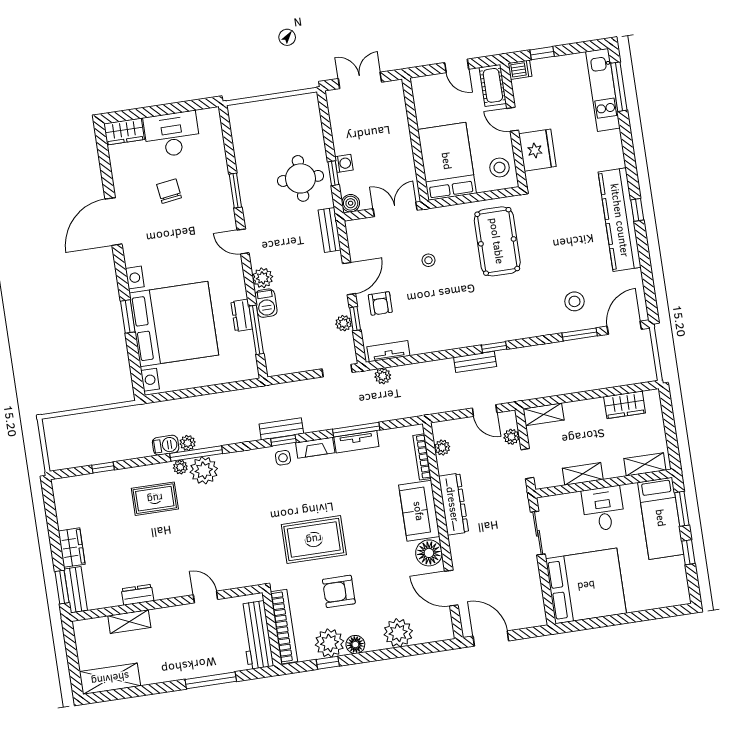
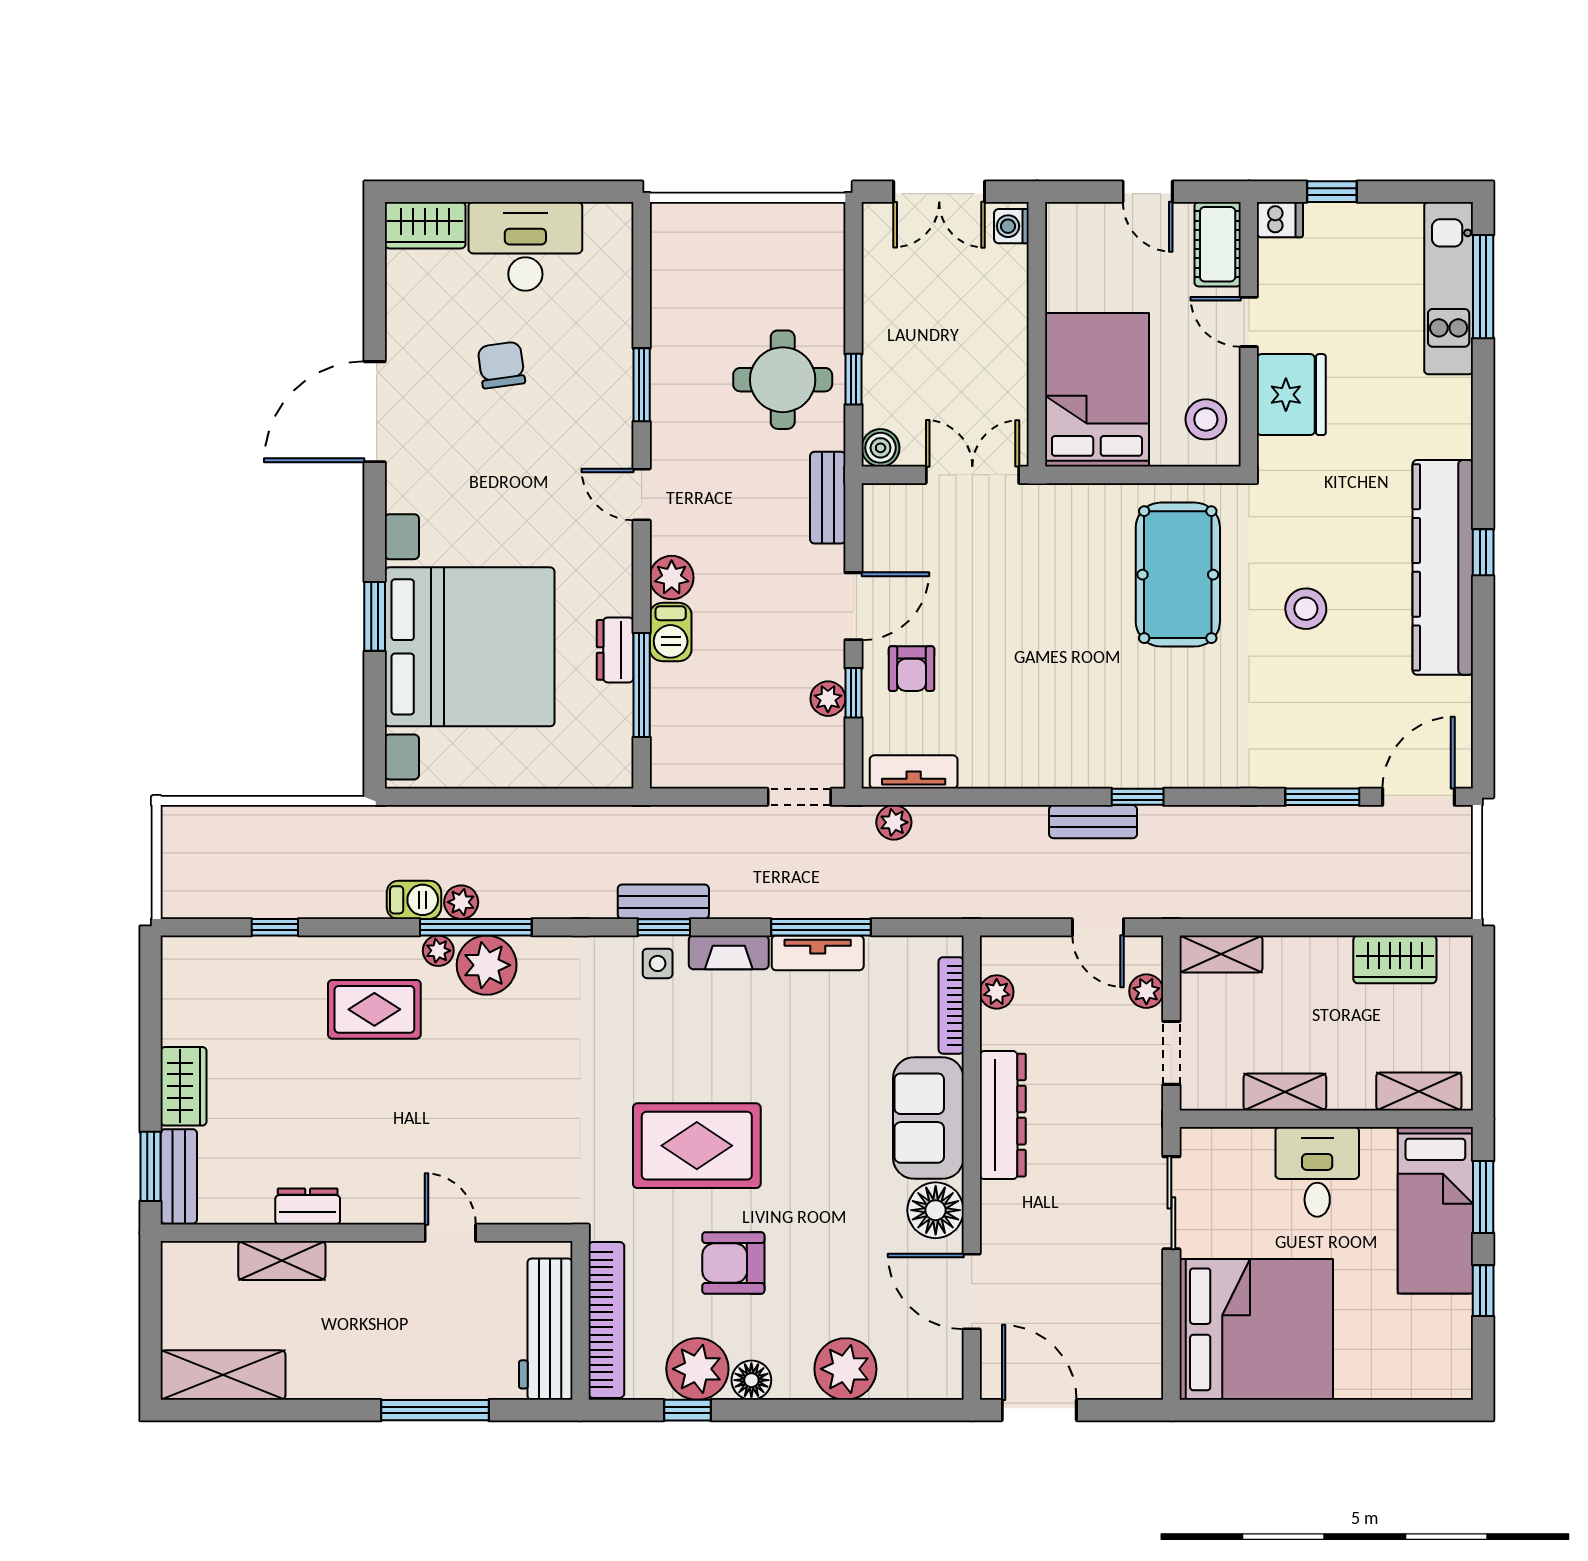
double door: (360, 80) -> (939, 192), swing flipped
washing machine: (344, 163) -> (1011, 226), moved, turned 180
stool: (428, 260) -> (1027, 593), removed
stool: (574, 301) -> (1306, 609), moved

